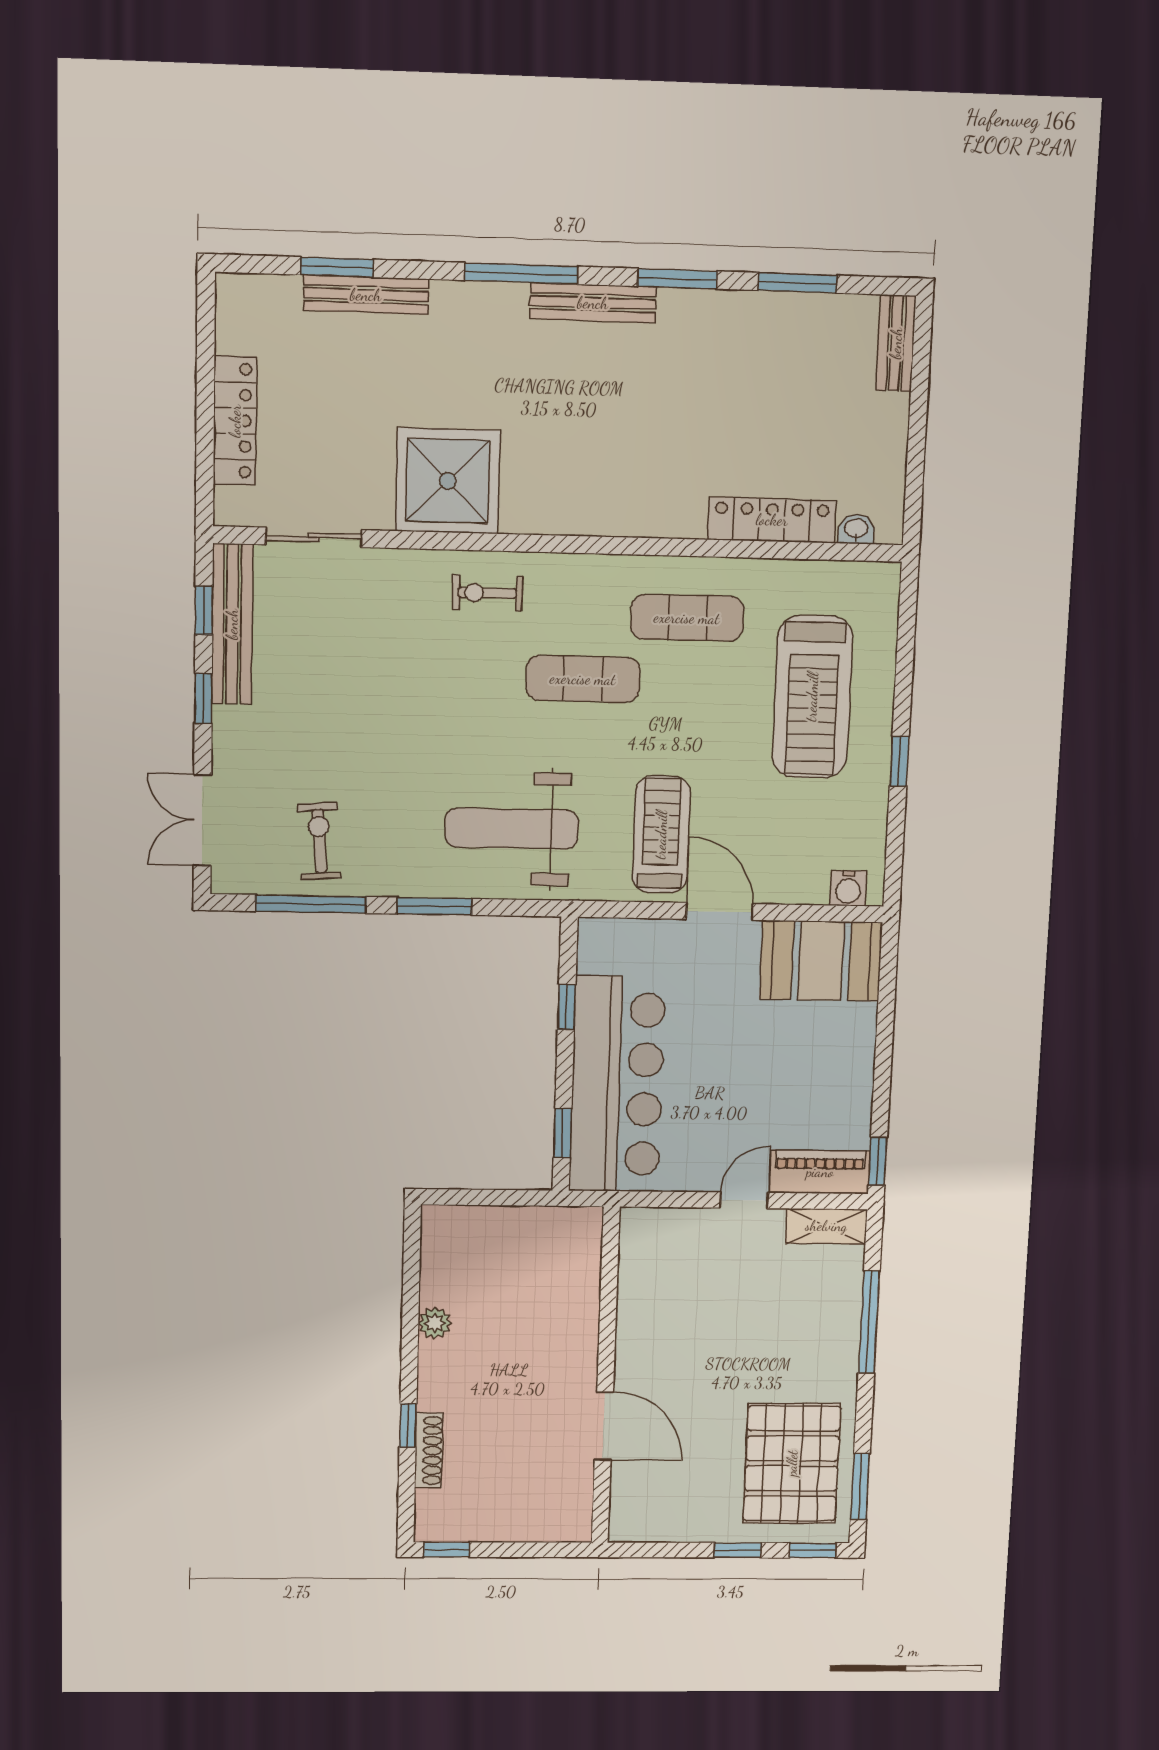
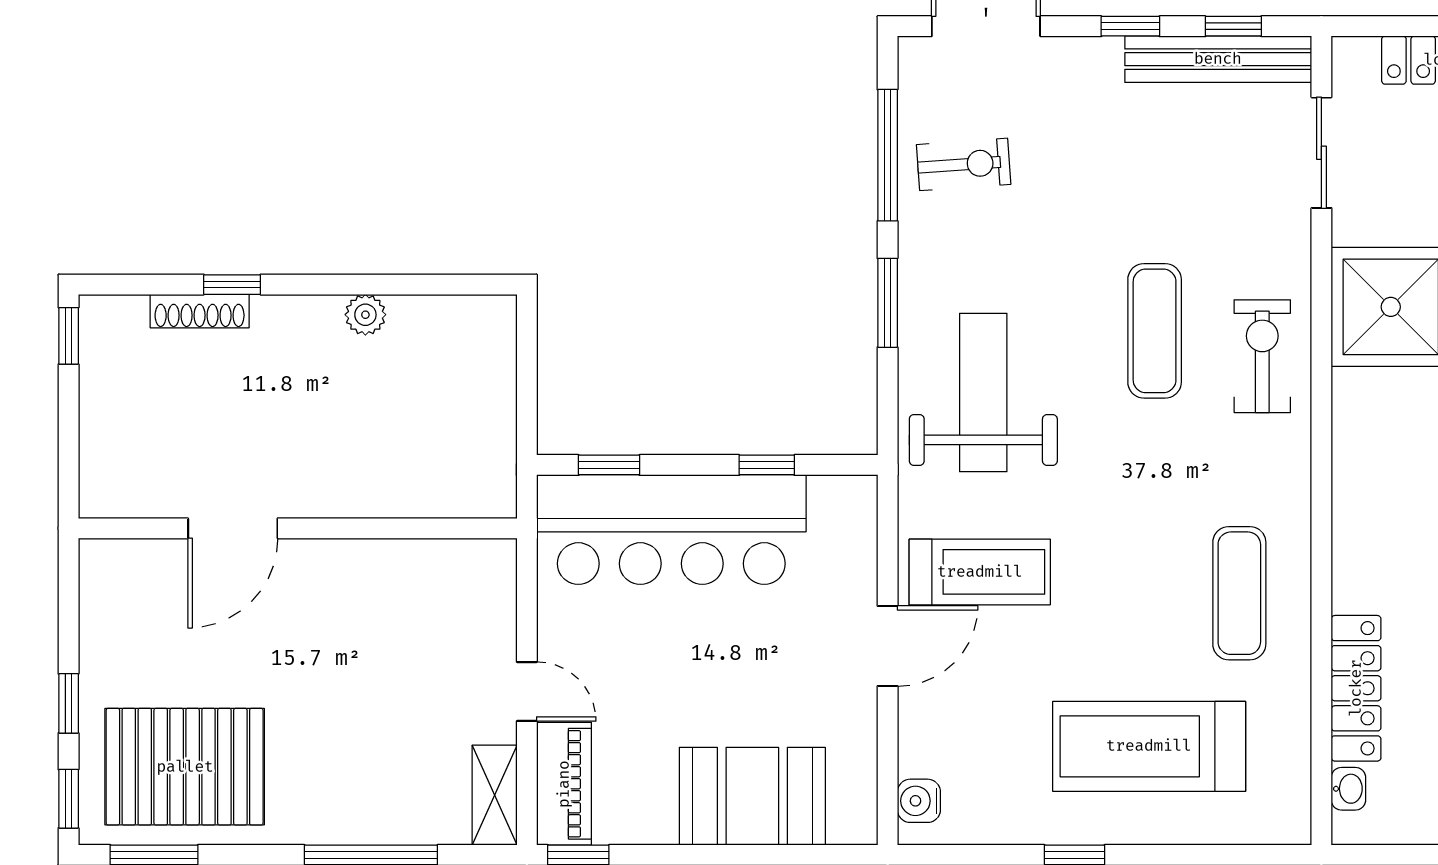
exercise bike: (487, 593) -> (1262, 356), width x1.38, depth x1.39
exercise mat: (583, 679) -> (1155, 331), moved
booth: (821, 961) -> (752, 796), moved, turned 90

